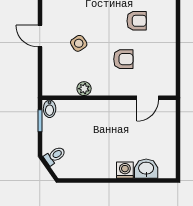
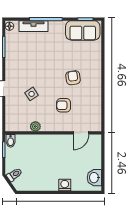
armchair: (137, 21) -> (73, 78), turned -98
armchair: (123, 59) -> (64, 105), turned 180
washbasin: (146, 169) -> (94, 178), moved, turned -90

